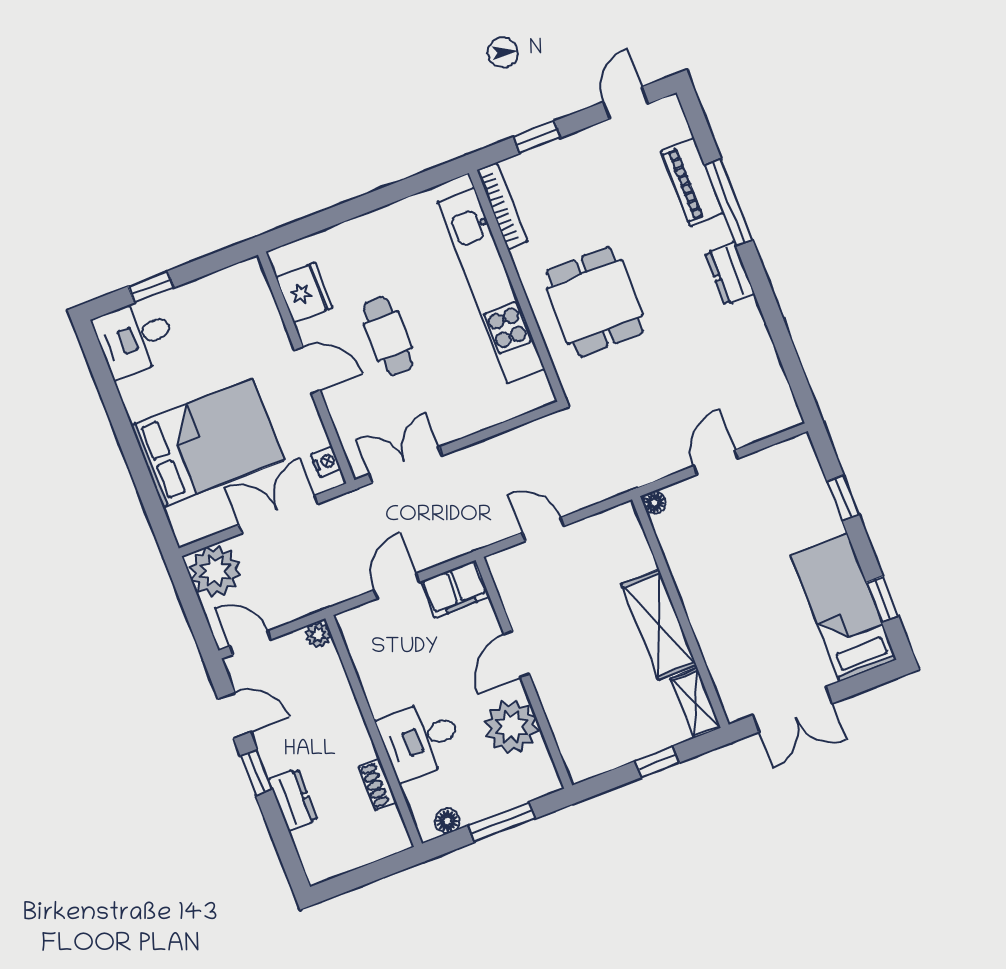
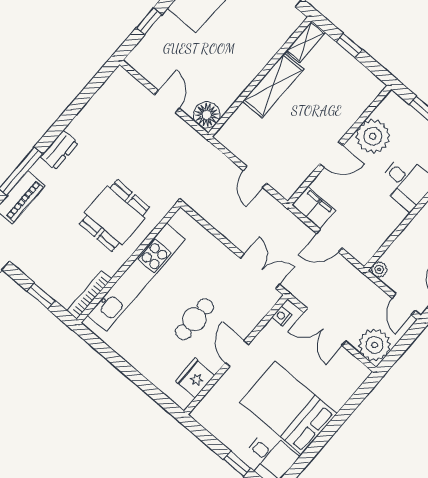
bed: (207, 443) -> (288, 408), moved
door: (716, 462) -> (167, 102), swing flipped
double door: (406, 465) -> (260, 271), swing flipped
floor lamp: (654, 503) -> (207, 115), width x1.89, depth x1.89

